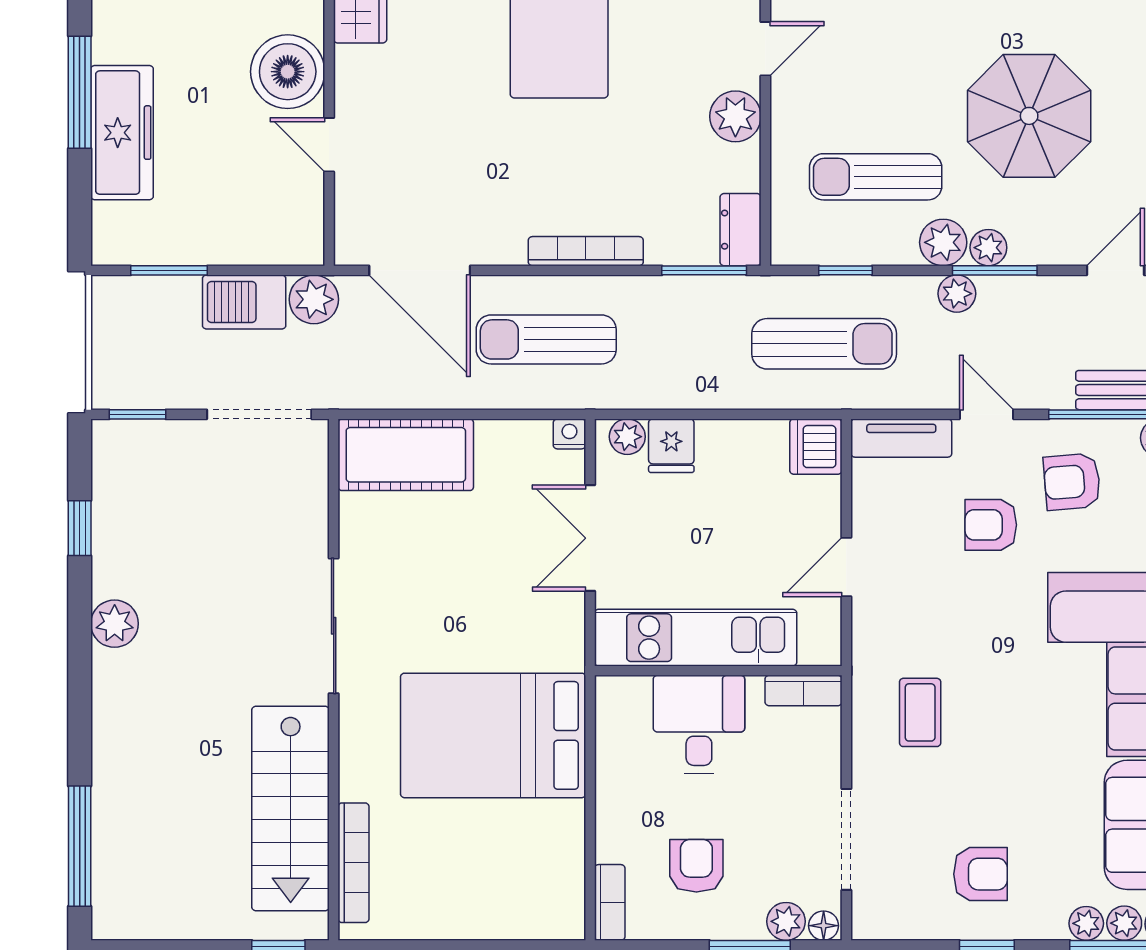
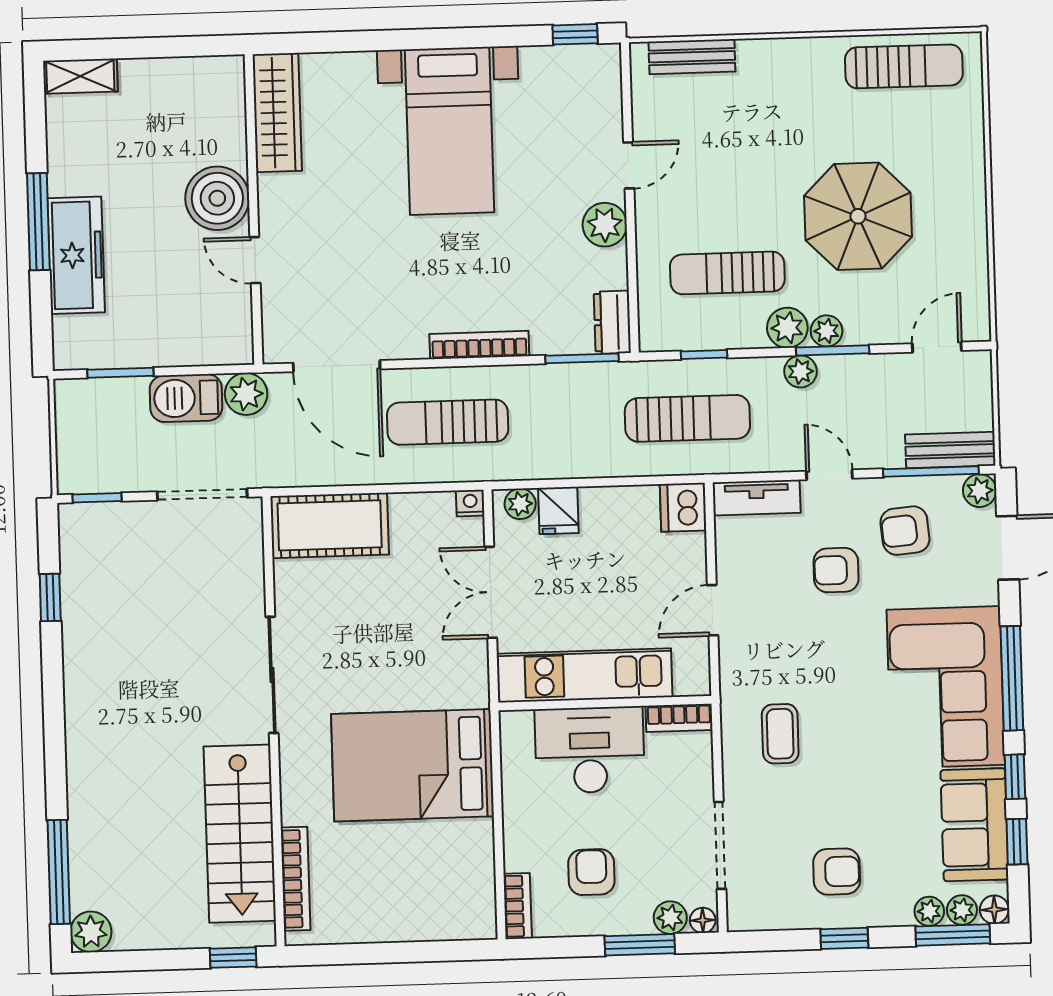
plant: (115, 624) -> (91, 932), moved
desk: (699, 724) -> (590, 750), width x1.37

